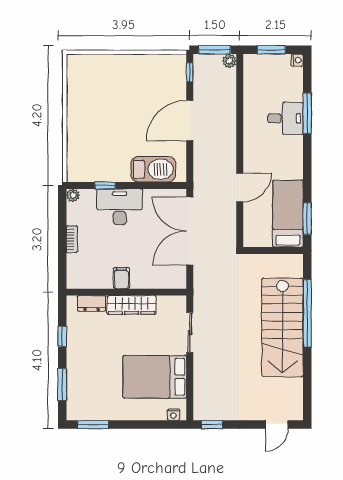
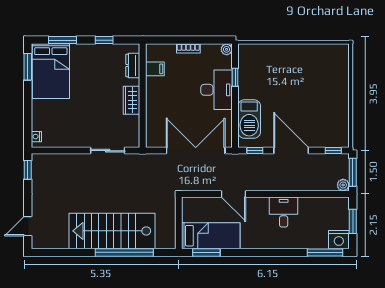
nightstand: (297, 60) -> (339, 240), width x1.89, depth x1.79
window: (307, 113) -> (325, 252), moved
desk: (285, 118) -> (284, 212), moved, turned 180
window: (190, 163) -> (255, 151), added
filing cabinet: (121, 278) -> (155, 69), moved
wardrobe: (132, 305) -> (132, 100), width x0.67
bed: (155, 377) -> (51, 71), moved, turned 180
door: (277, 425) -> (28, 226), hinge flipped

